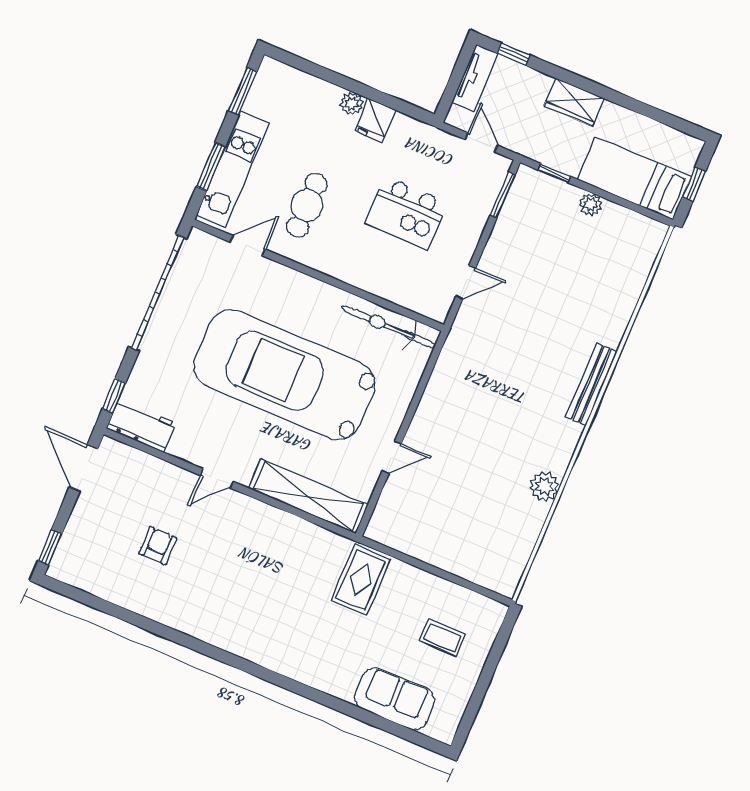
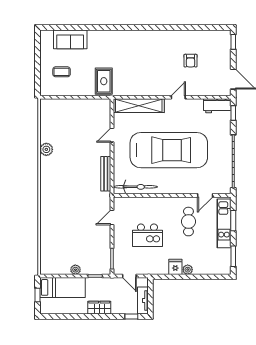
kitchen island: (406, 213) -> (147, 235), turned 180
bench: (591, 384) -> (106, 174), moved

